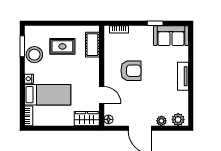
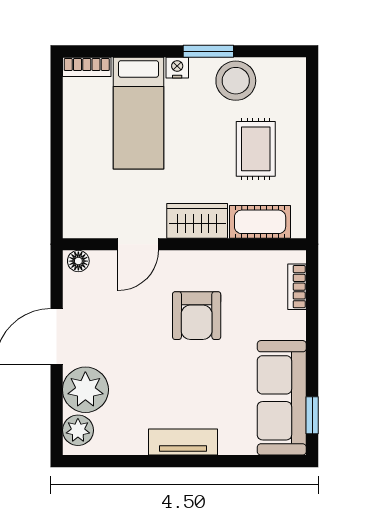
window: (155, 23) -> (312, 415), moved
sofa: (171, 36) -> (282, 398), width x1.36
window: (22, 46) -> (208, 51), moved
wardrobe: (87, 119) -> (197, 221), moved, turned -90
plant: (161, 121) -> (85, 390), width x1.88, depth x1.88

